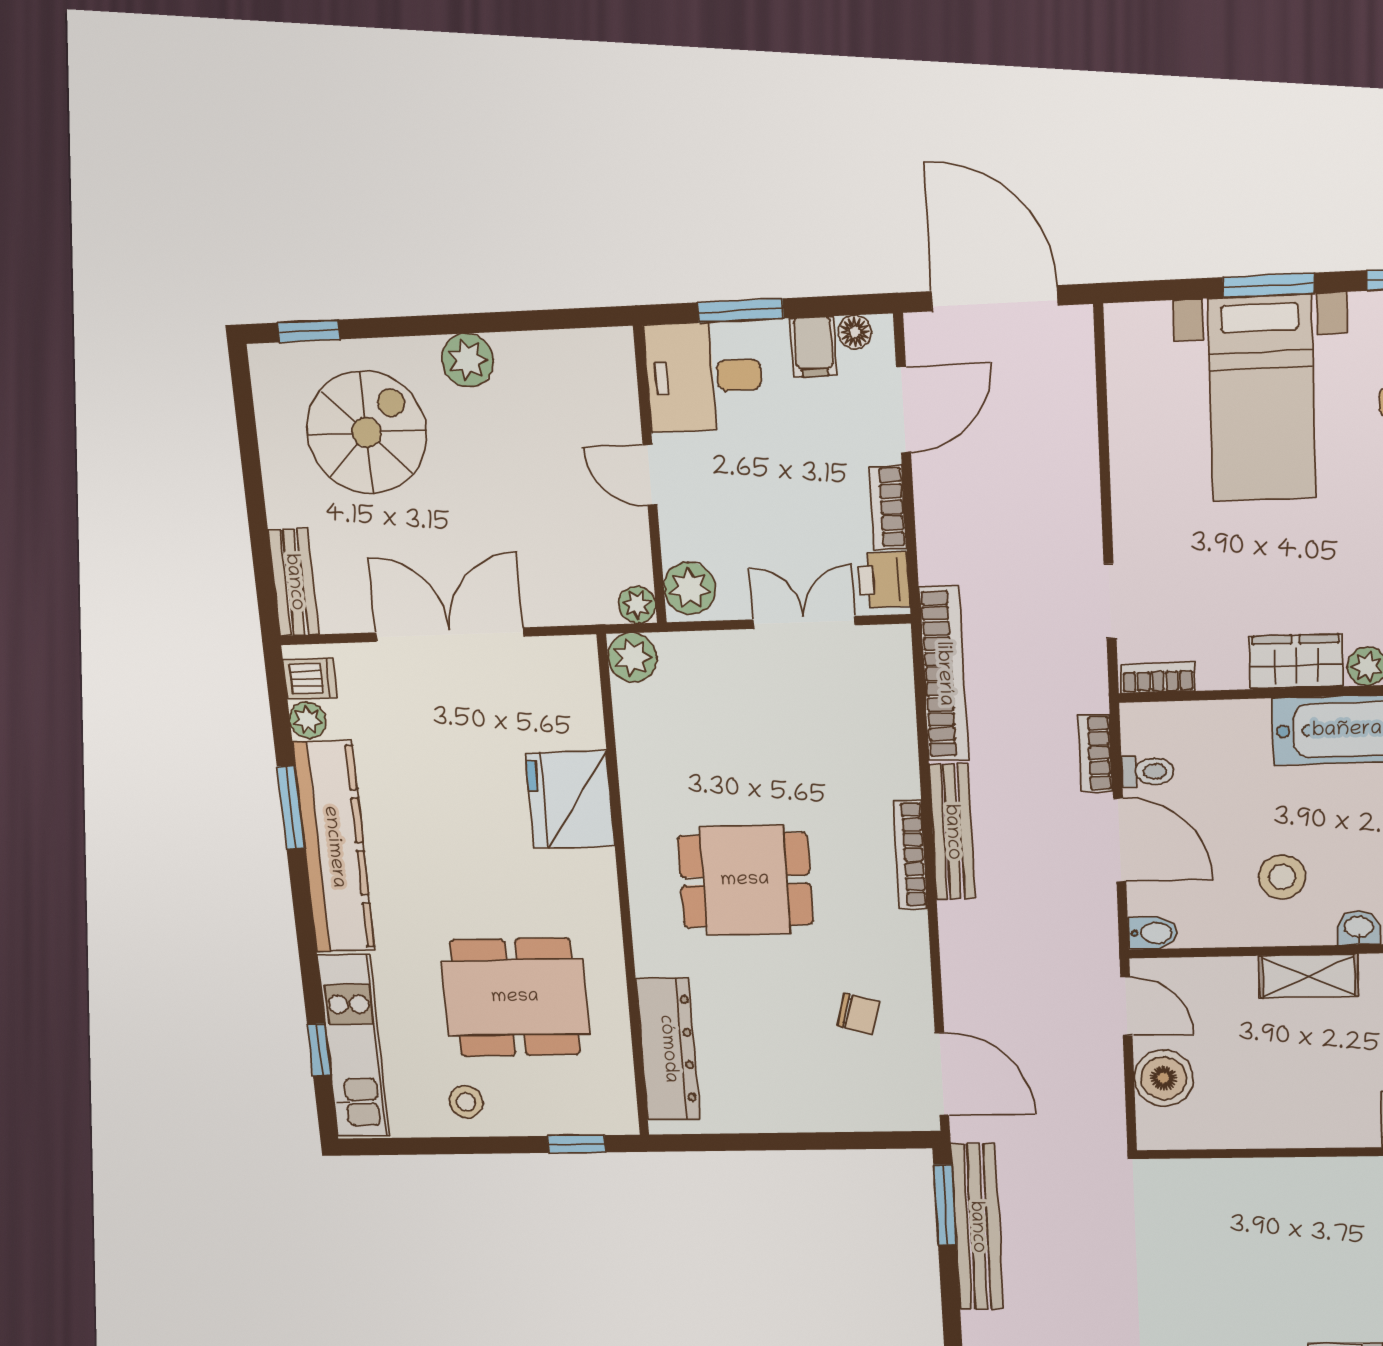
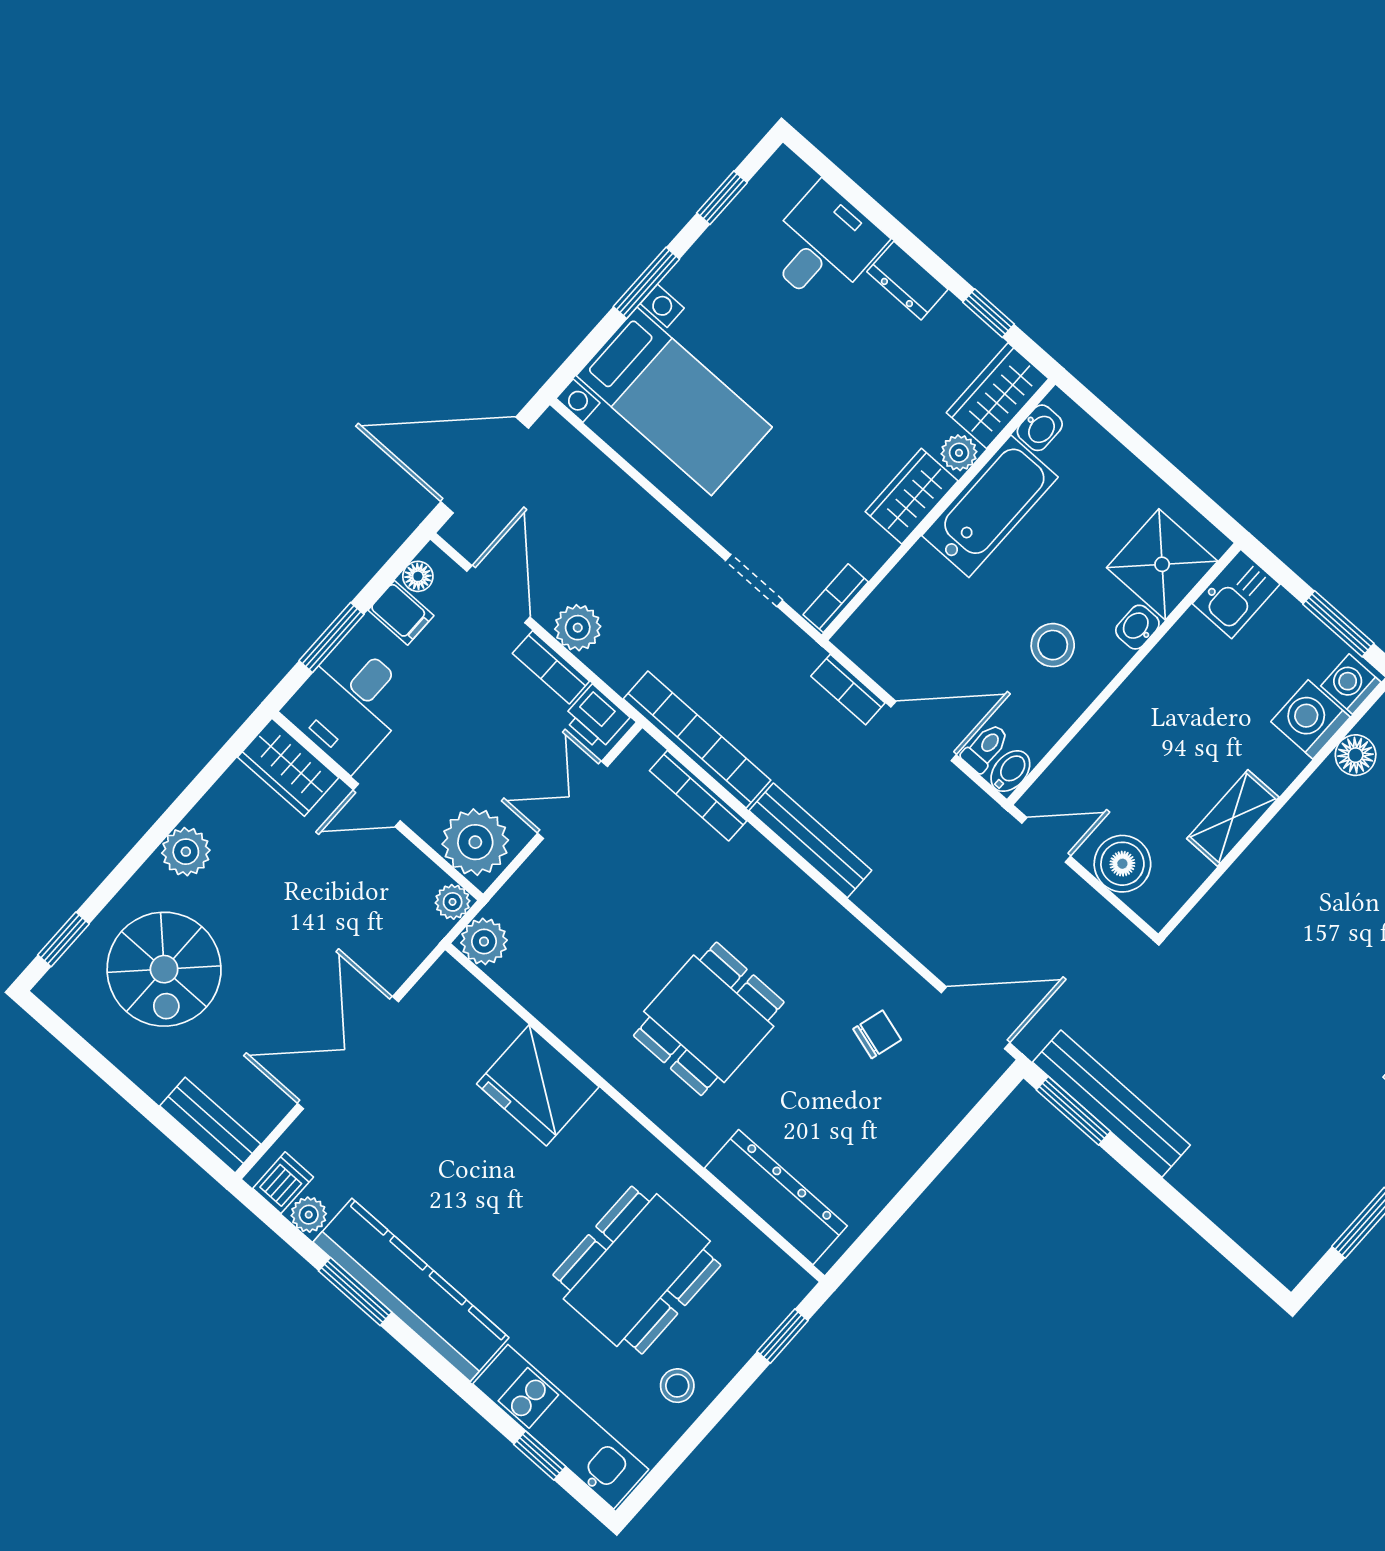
wardrobe: (609, 376) -> (288, 767), added
bed with nightstands: (1262, 398) -> (674, 401), moved
spiral stairs: (367, 432) -> (164, 969), turned 180
plant: (939, 498) -> (578, 628), added
plant: (690, 588) -> (475, 842), width x1.36, depth x1.36
toilet: (1148, 772) -> (986, 748), moved
bookcase: (910, 855) -> (698, 796), moved
shelving: (1308, 976) -> (1233, 818), moved

